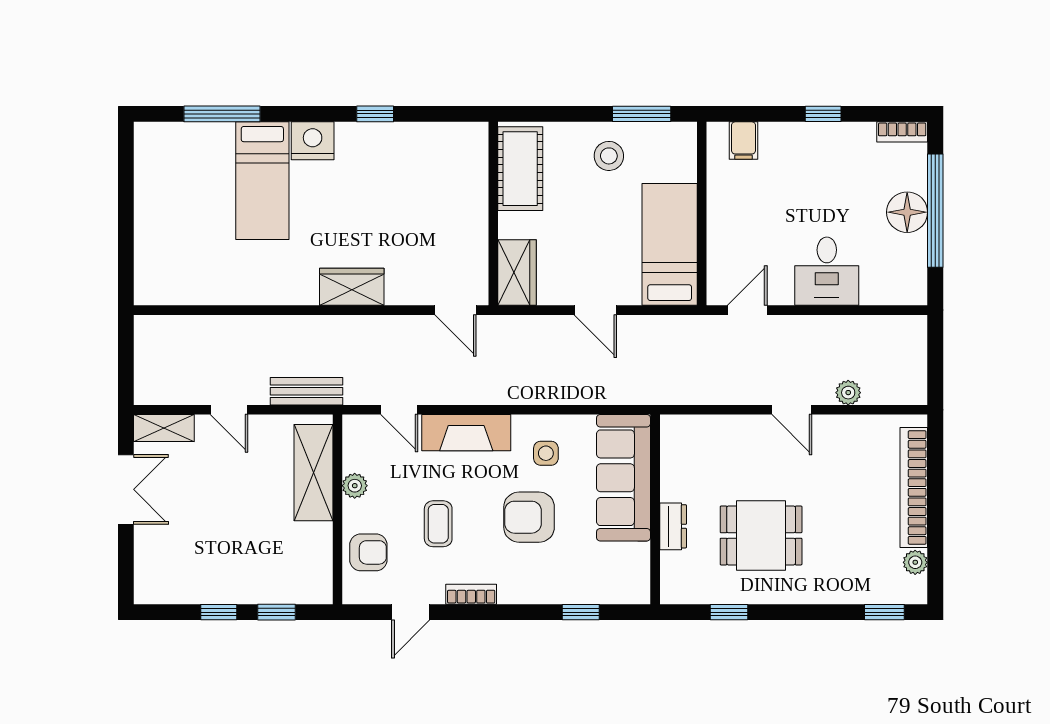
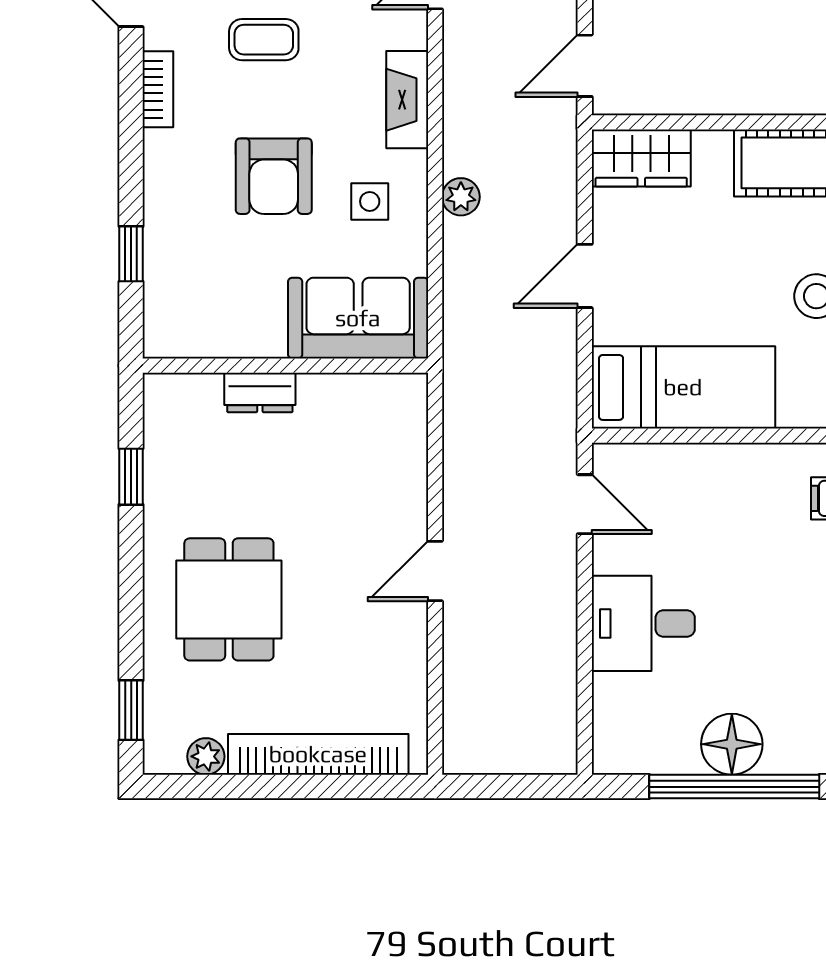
plant: (848, 393) -> (461, 197), moved
fireplace: (466, 433) -> (407, 100), width x0.73, depth x0.76
sofa: (623, 478) -> (358, 318), width x0.73
armchair: (529, 517) -> (274, 176), turned 180
dining table: (761, 535) -> (229, 599), moved

